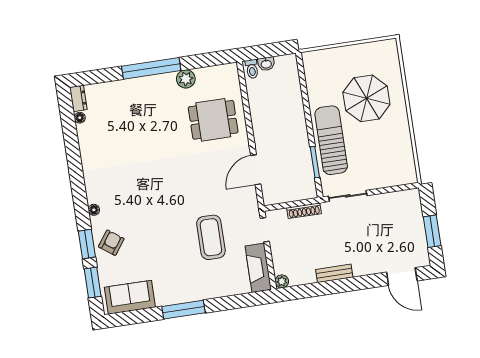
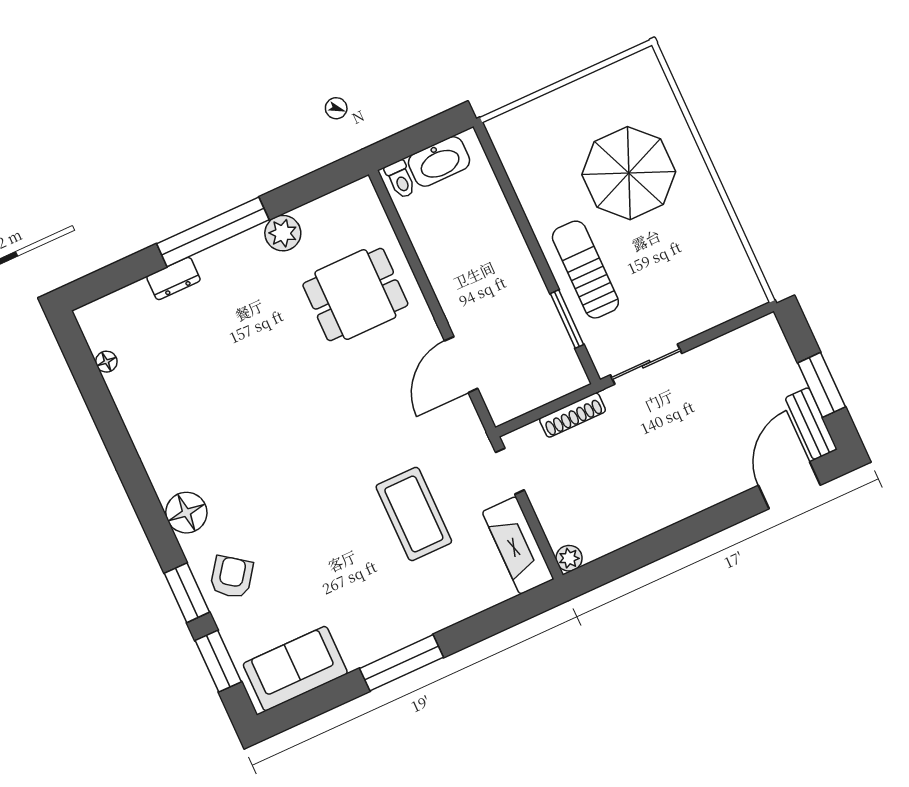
washbasin: (266, 64) -> (439, 161), width x1.91, depth x1.45
dresser: (78, 98) -> (173, 278), moved, turned 90
sun lounger: (331, 140) -> (585, 270), width x0.73, depth x0.75
floor lamp: (94, 210) -> (186, 513), width x1.89, depth x1.89
bench: (334, 273) -> (811, 424), moved, turned 90
door: (402, 277) -> (789, 485), swing flipped

